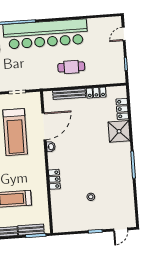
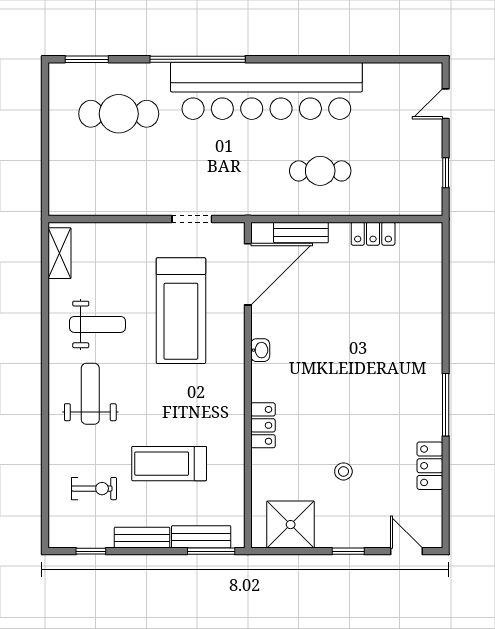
bench: (69, 94) -> (301, 232), width x0.73
locker: (122, 109) -> (430, 466), moved
door: (44, 126) -> (248, 274), moved
shower: (119, 131) -> (291, 525), moved
door: (121, 229) -> (406, 551), swing flipped

